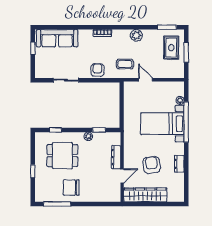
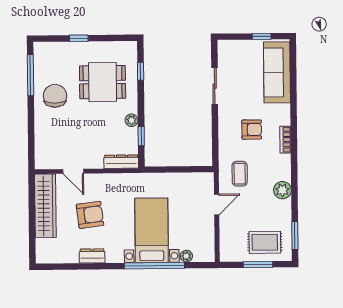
armchair: (97, 70) -> (252, 130), moved
dining table: (62, 156) -> (103, 82), turned 90
dresser: (116, 157) -> (121, 162), moved

